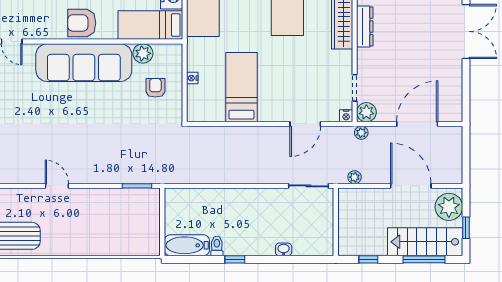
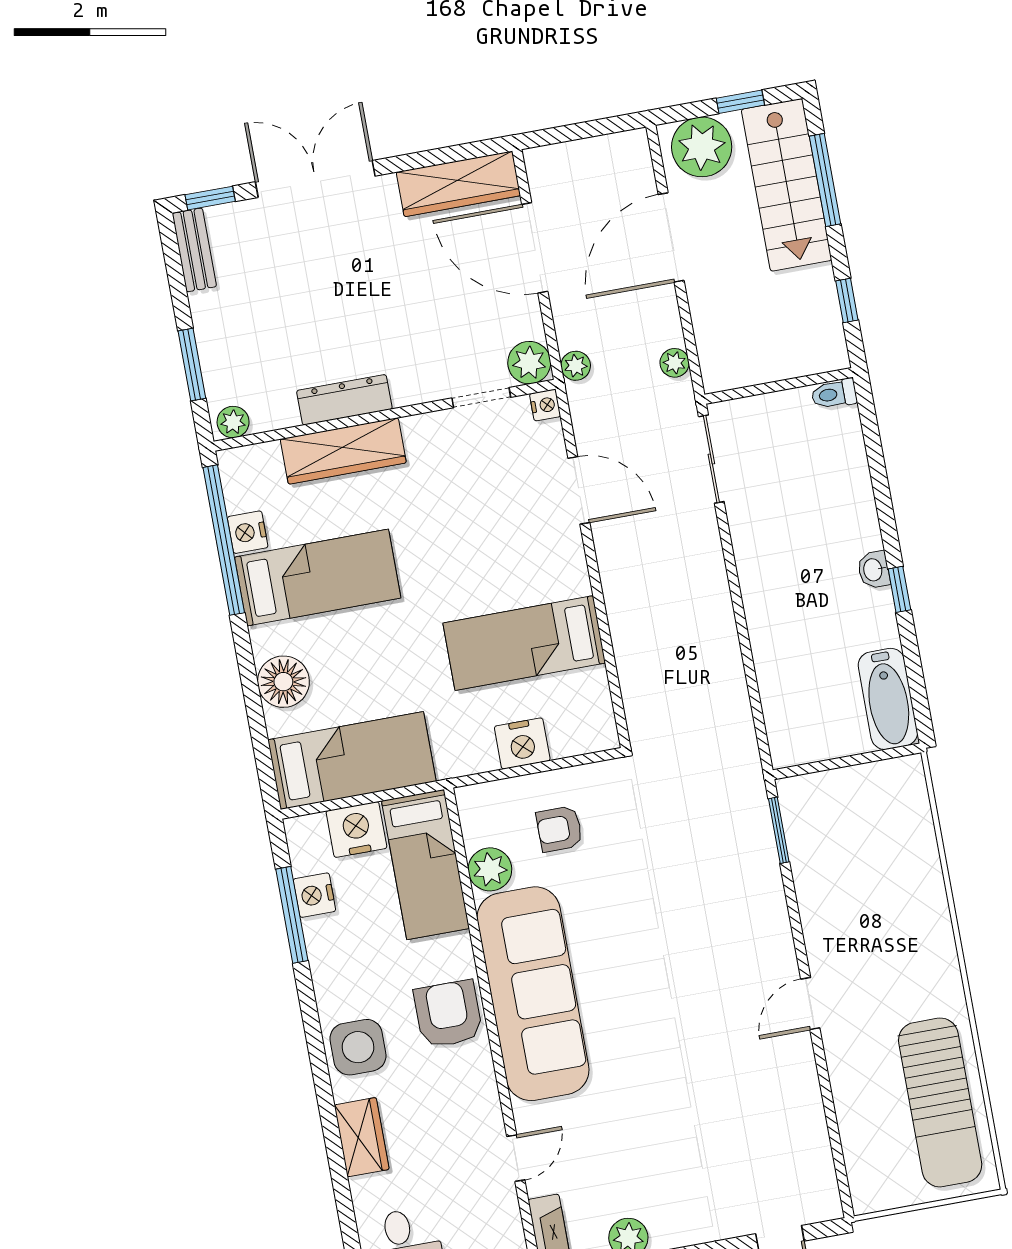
armchair: (82, 23) -> (448, 1014), turned 180
nightstand: (192, 78) -> (522, 743), width x1.89, depth x1.79
wardrobe: (452, 95) -> (458, 184), added
toilet: (217, 246) -> (834, 394), moved
washbasin: (284, 249) -> (874, 570), moved

